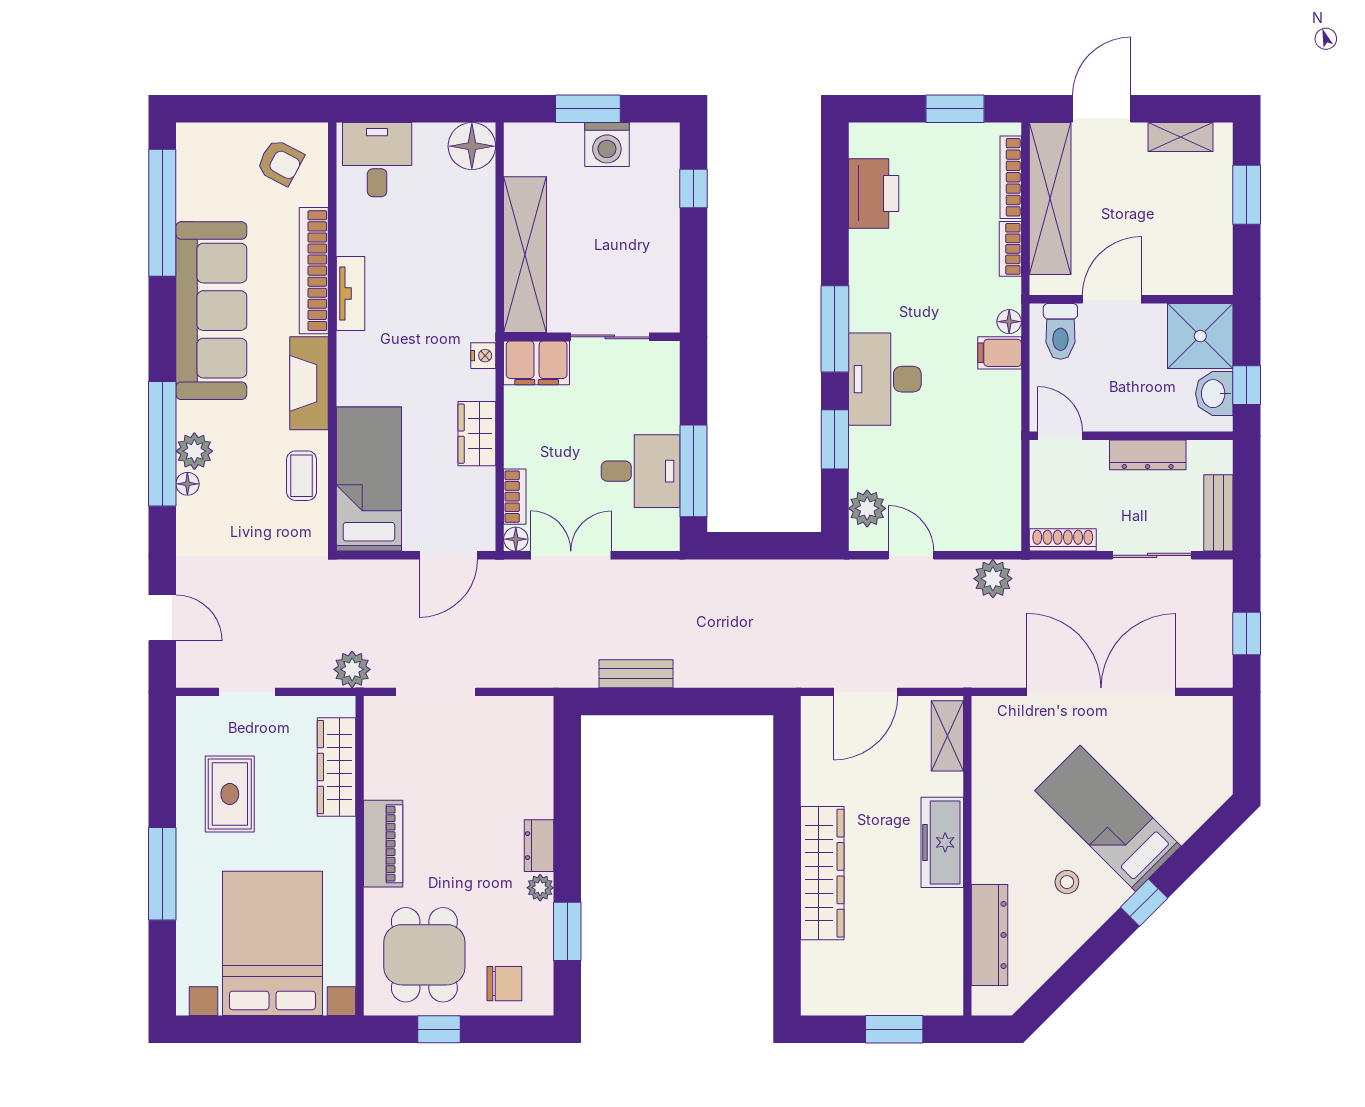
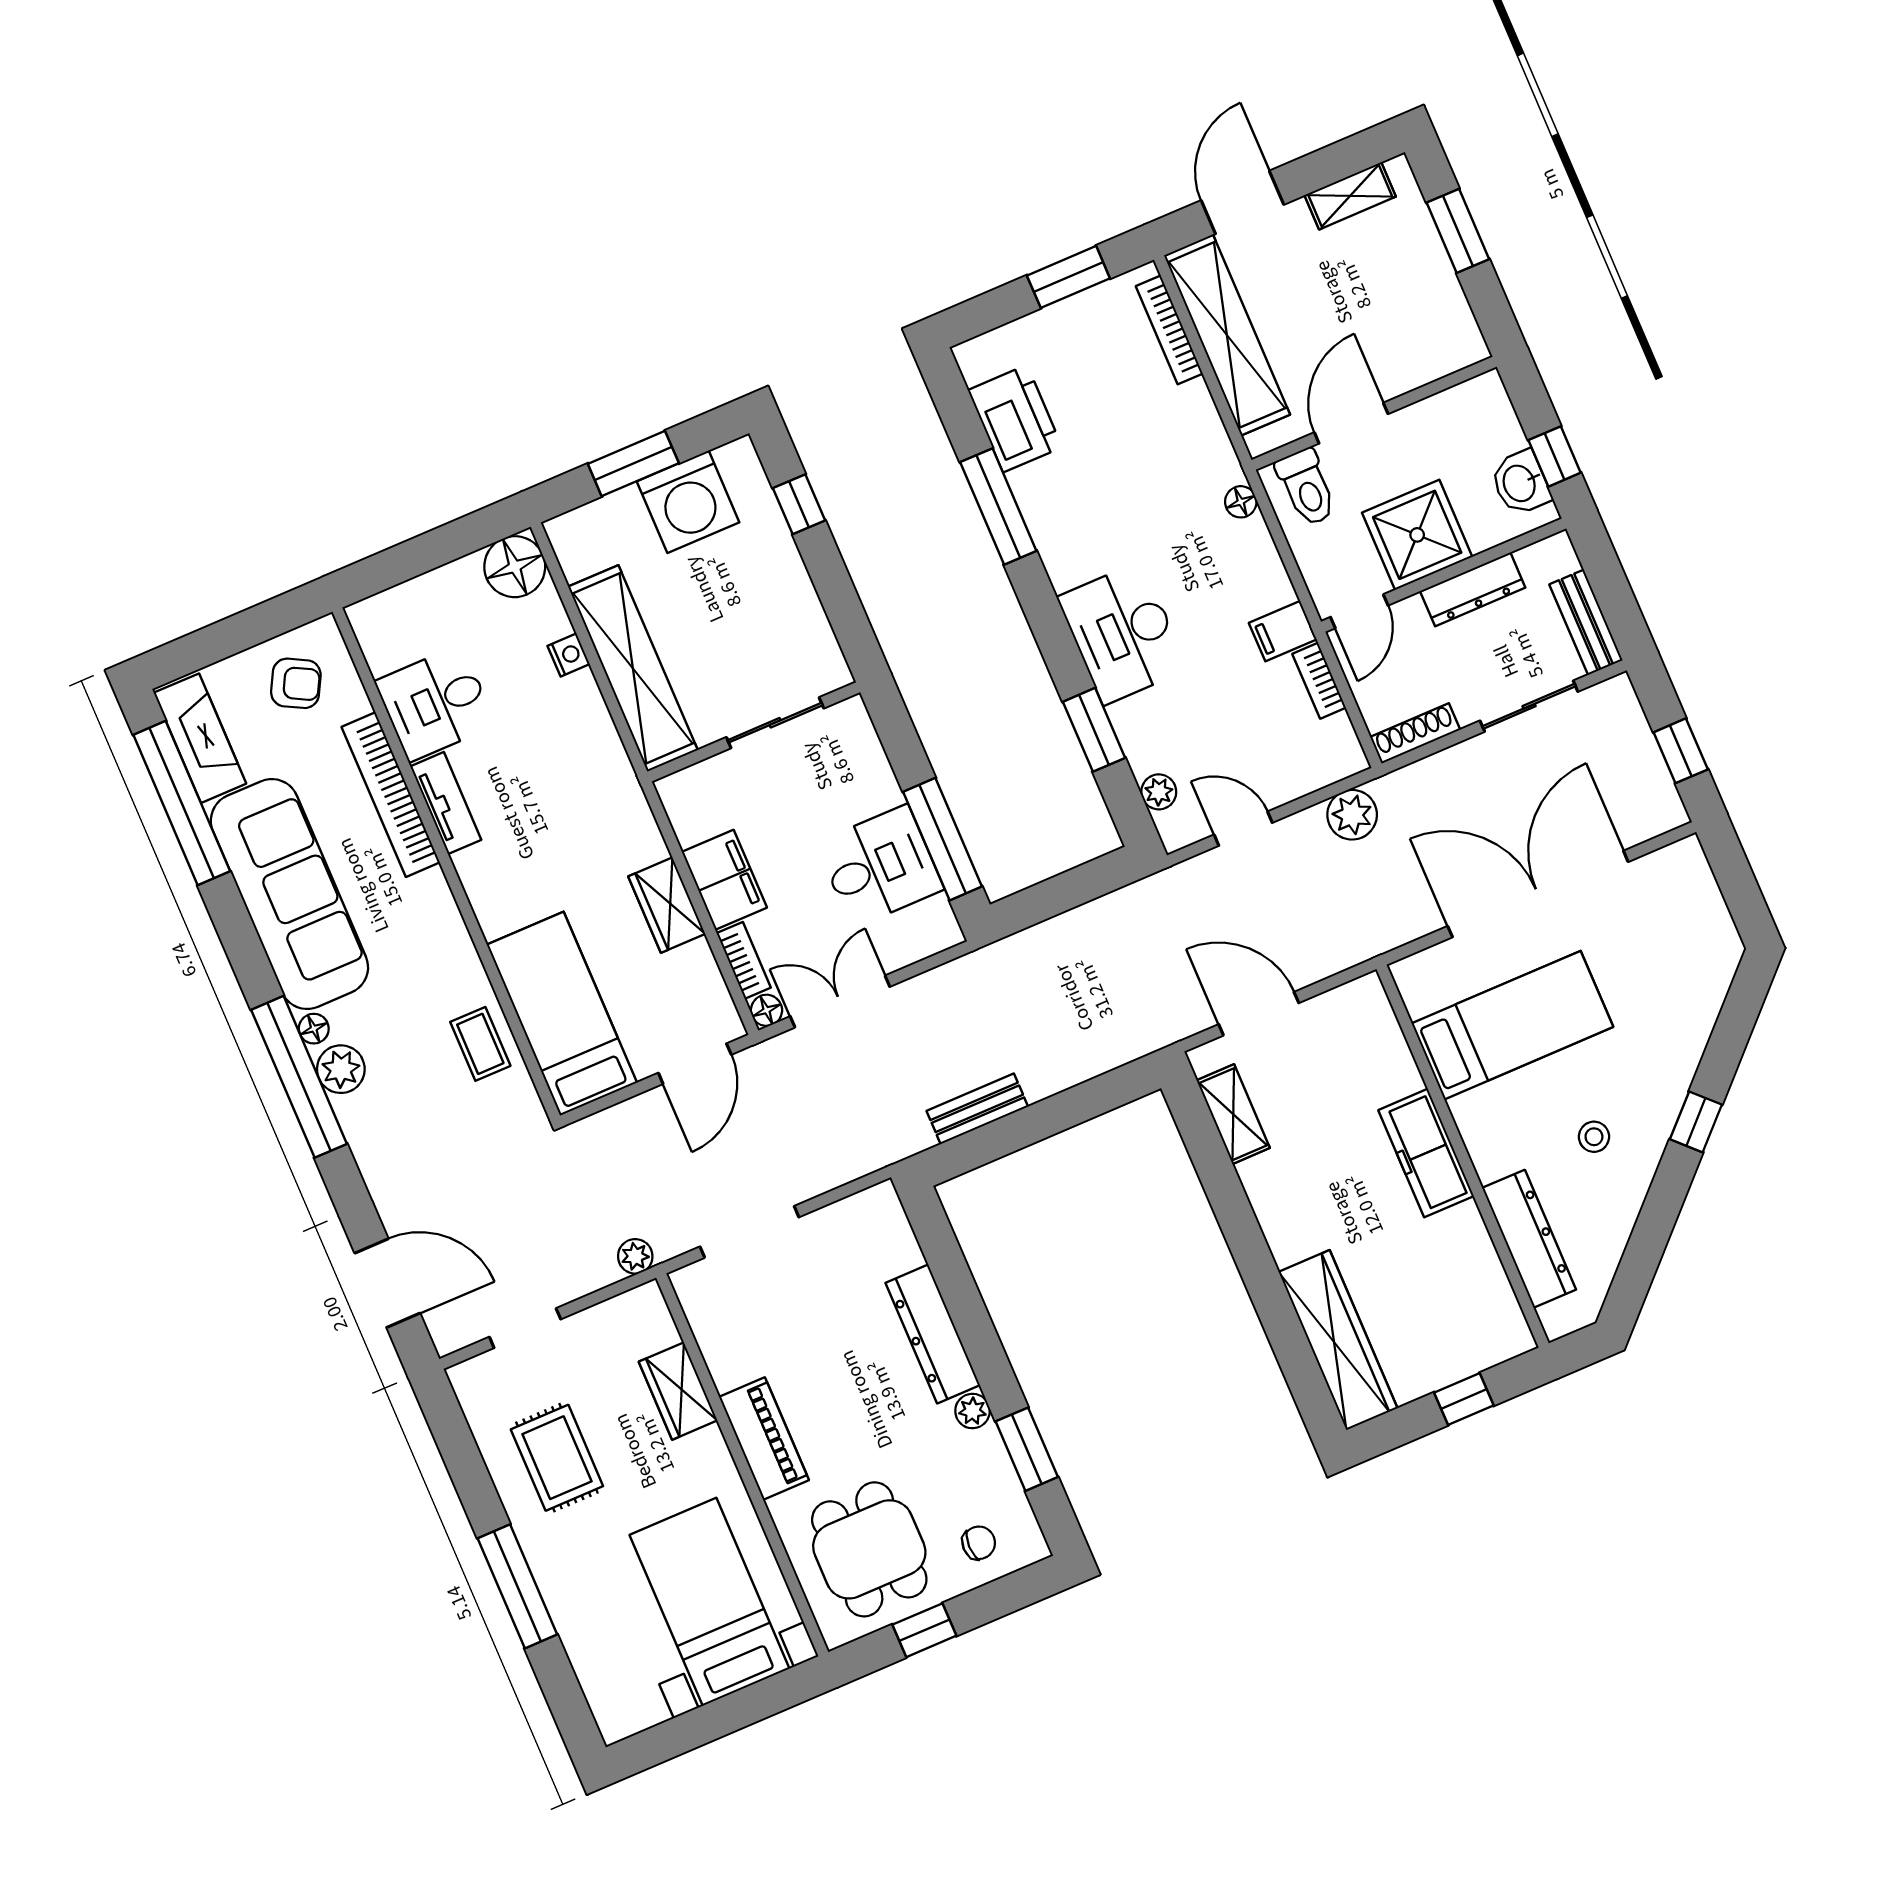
washing machine: (607, 145) -> (688, 502), width x1.37, depth x1.37
desk: (377, 160) -> (435, 703), moved, turned -90
bookcase: (1010, 249) -> (1319, 681), moved
window: (835, 329) -> (998, 506), moved
shower: (1200, 336) -> (1417, 535), moved
filing cabinet: (1000, 353) -> (1283, 631), moved
nightstand: (483, 356) -> (569, 655), moved
filing cabinet: (537, 363) -> (724, 880), moved, turned -90
fireplace: (309, 383) -> (200, 738), moved, turned 180
door: (1060, 436) -> (1359, 611), swing flipped
floor lamp: (187, 484) -> (314, 1029), moved
plant: (867, 508) -> (1159, 792), width x0.73, depth x0.73
door: (162, 618) -> (387, 1283), width x1.38
plant: (352, 669) -> (635, 1256), width x0.73, depth x0.73
door: (866, 692) -> (1259, 1014), swing flipped
shelving: (947, 736) -> (1233, 1114), moved
wardrobe: (336, 767) -> (678, 1391), width x0.67
bed: (1108, 818) -> (1512, 1025), moved, turned 135
dresser: (539, 846) -> (933, 1334), width x1.96, depth x1.24
wardrobe: (822, 873) -> (1338, 1340), moved
bed with nightstands: (272, 943) -> (710, 1602), width x0.73
chair: (504, 984) -> (979, 1543), width x0.73, depth x0.73
window: (894, 1029) -> (1464, 1399), width x0.67

